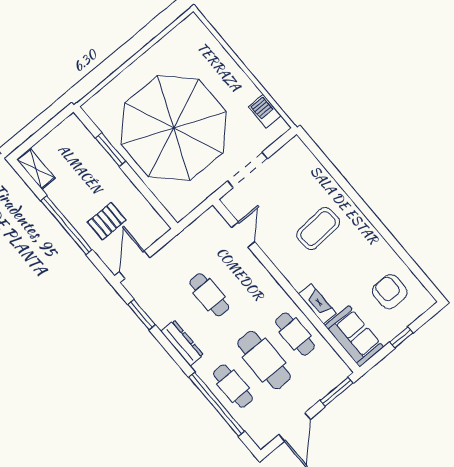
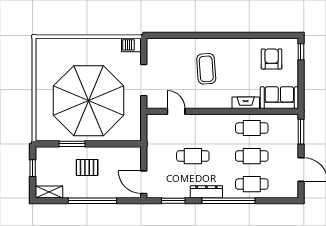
barbecue: (265, 111) -> (131, 45), moved
window: (47, 129) -> (33, 168), added
pallet: (107, 221) -> (87, 167), moved, turned 90
armchair: (390, 292) -> (272, 59), turned 90
window: (401, 338) -> (301, 52), moved
cafe table: (264, 360) -> (252, 156), width x0.73, depth x0.74
window: (217, 404) -> (228, 201), moved

